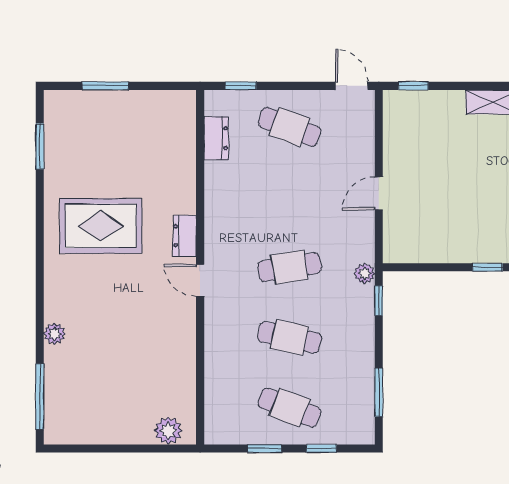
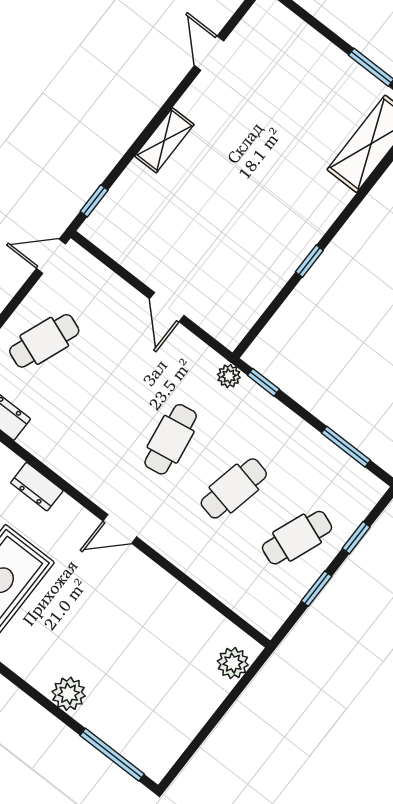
dresser: (185, 236) -> (37, 487), moved
plant: (54, 334) -> (69, 694), width x1.38, depth x1.38

